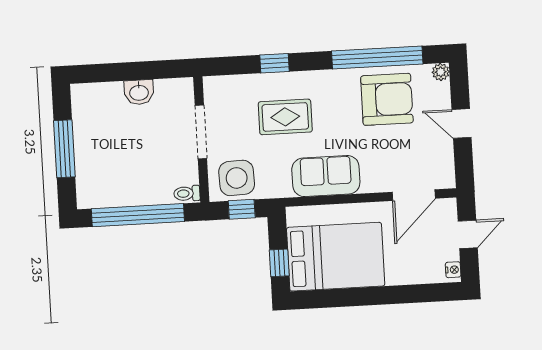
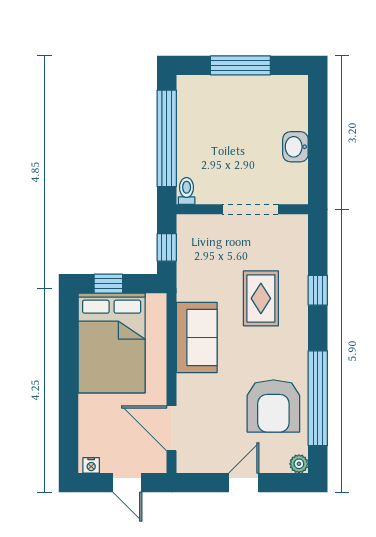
side table: (237, 178) -> (200, 244), removed

